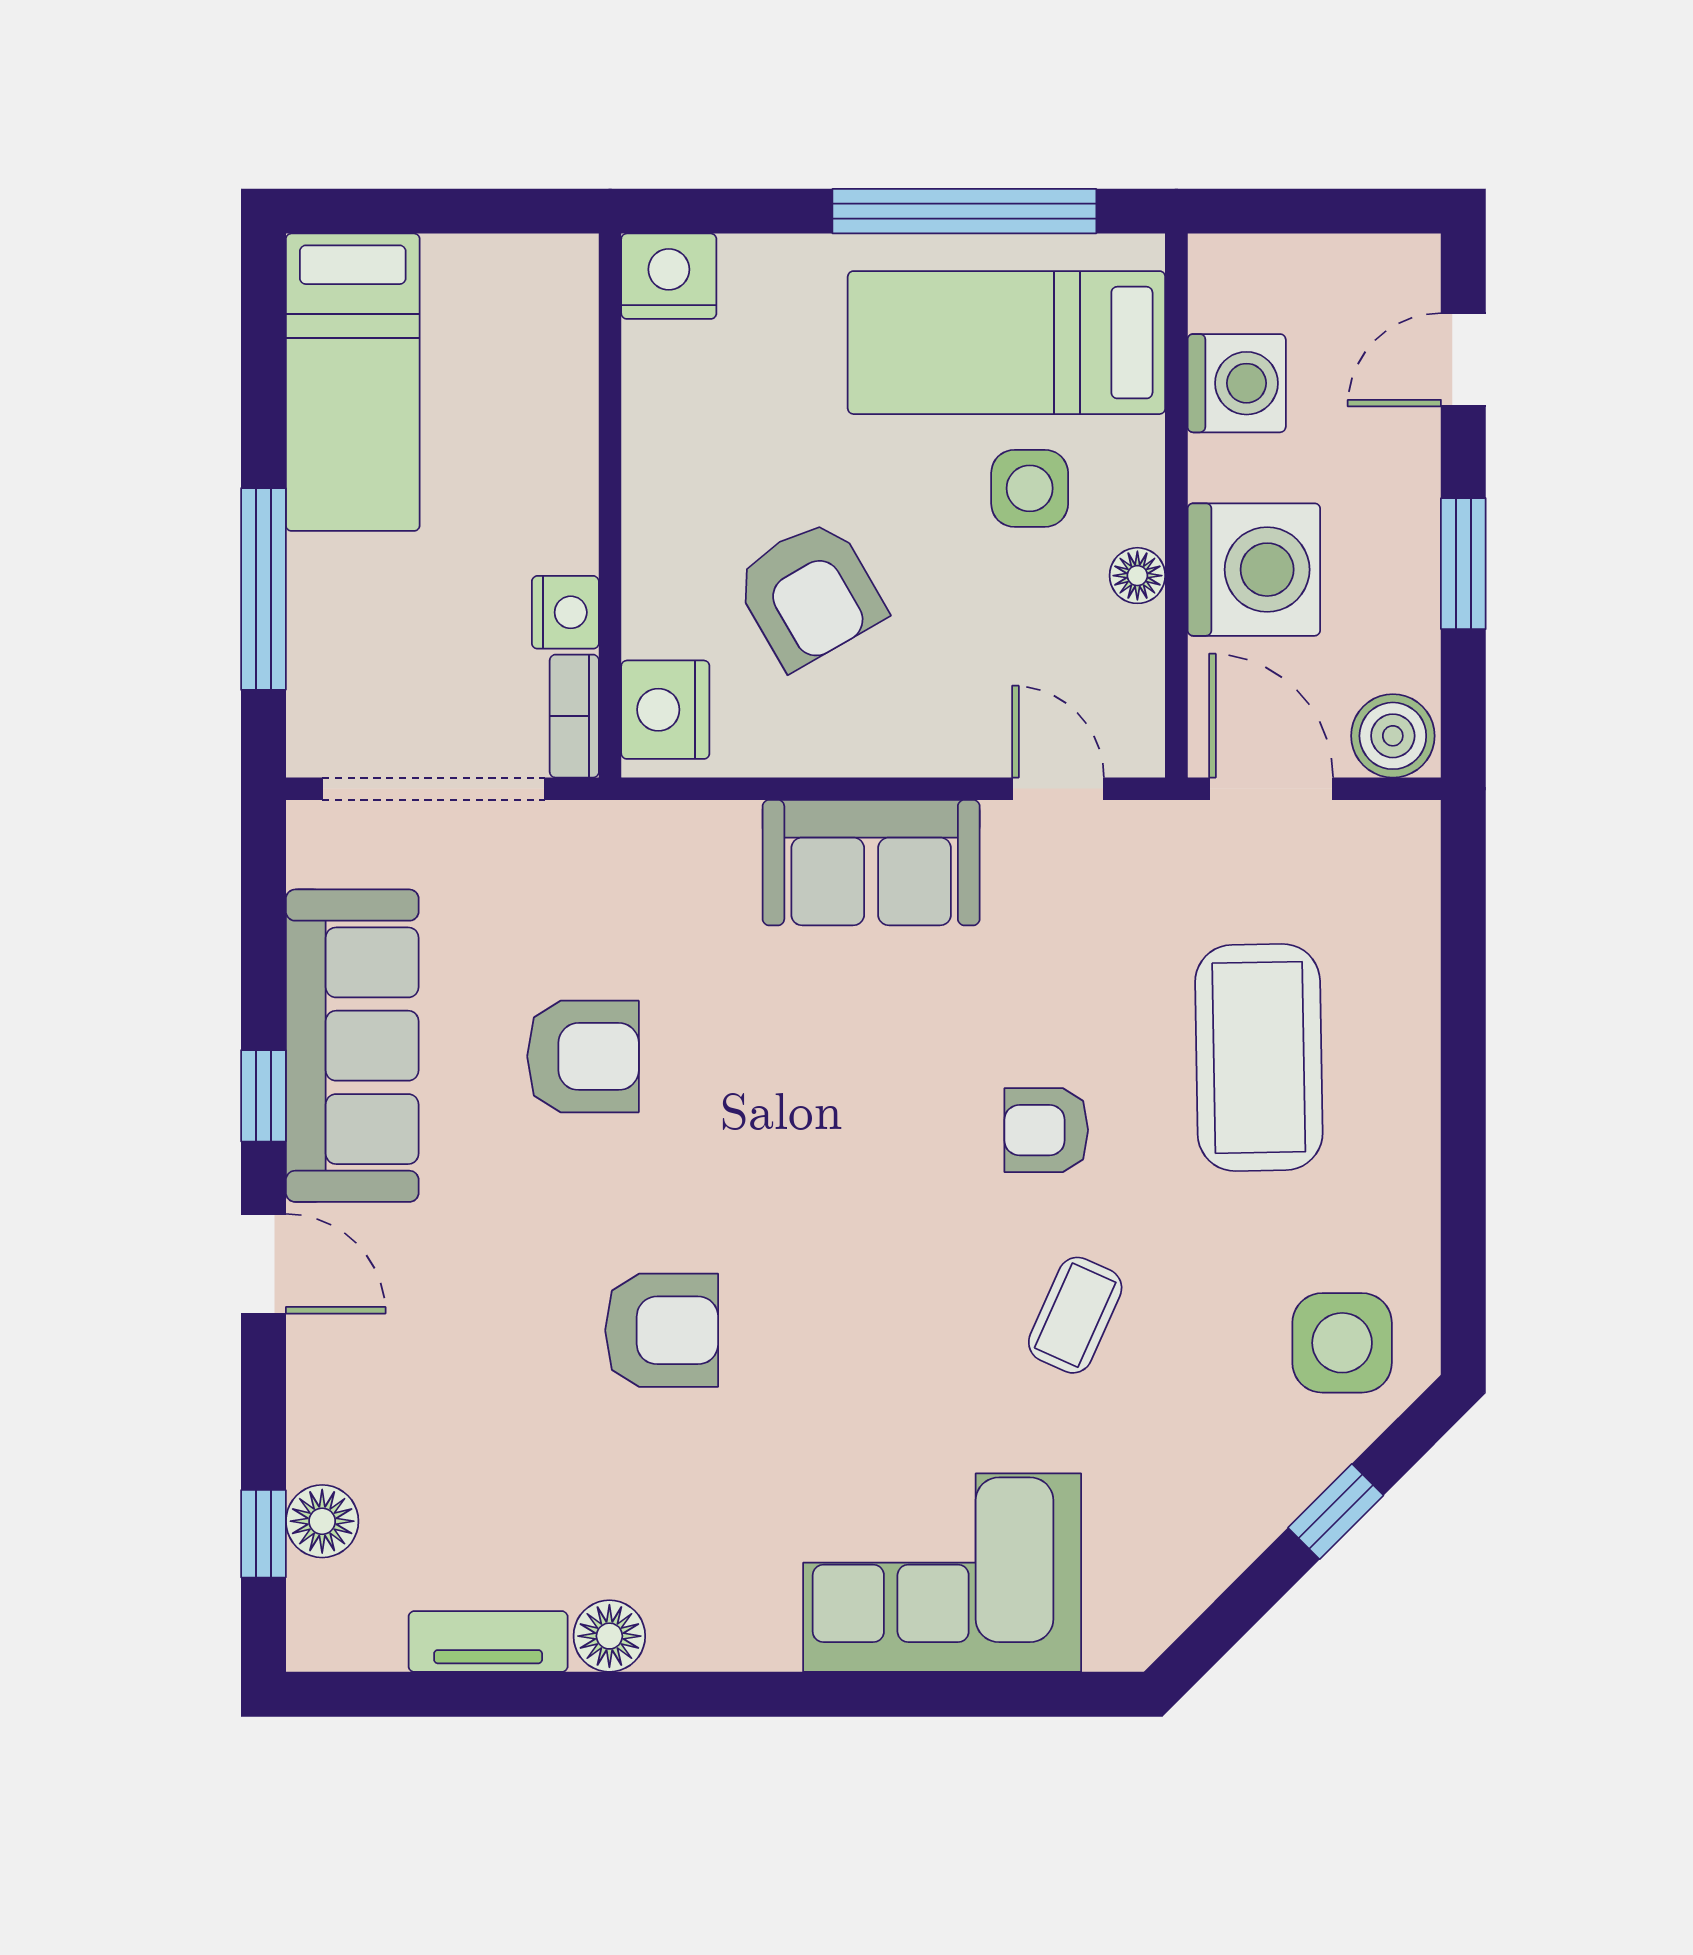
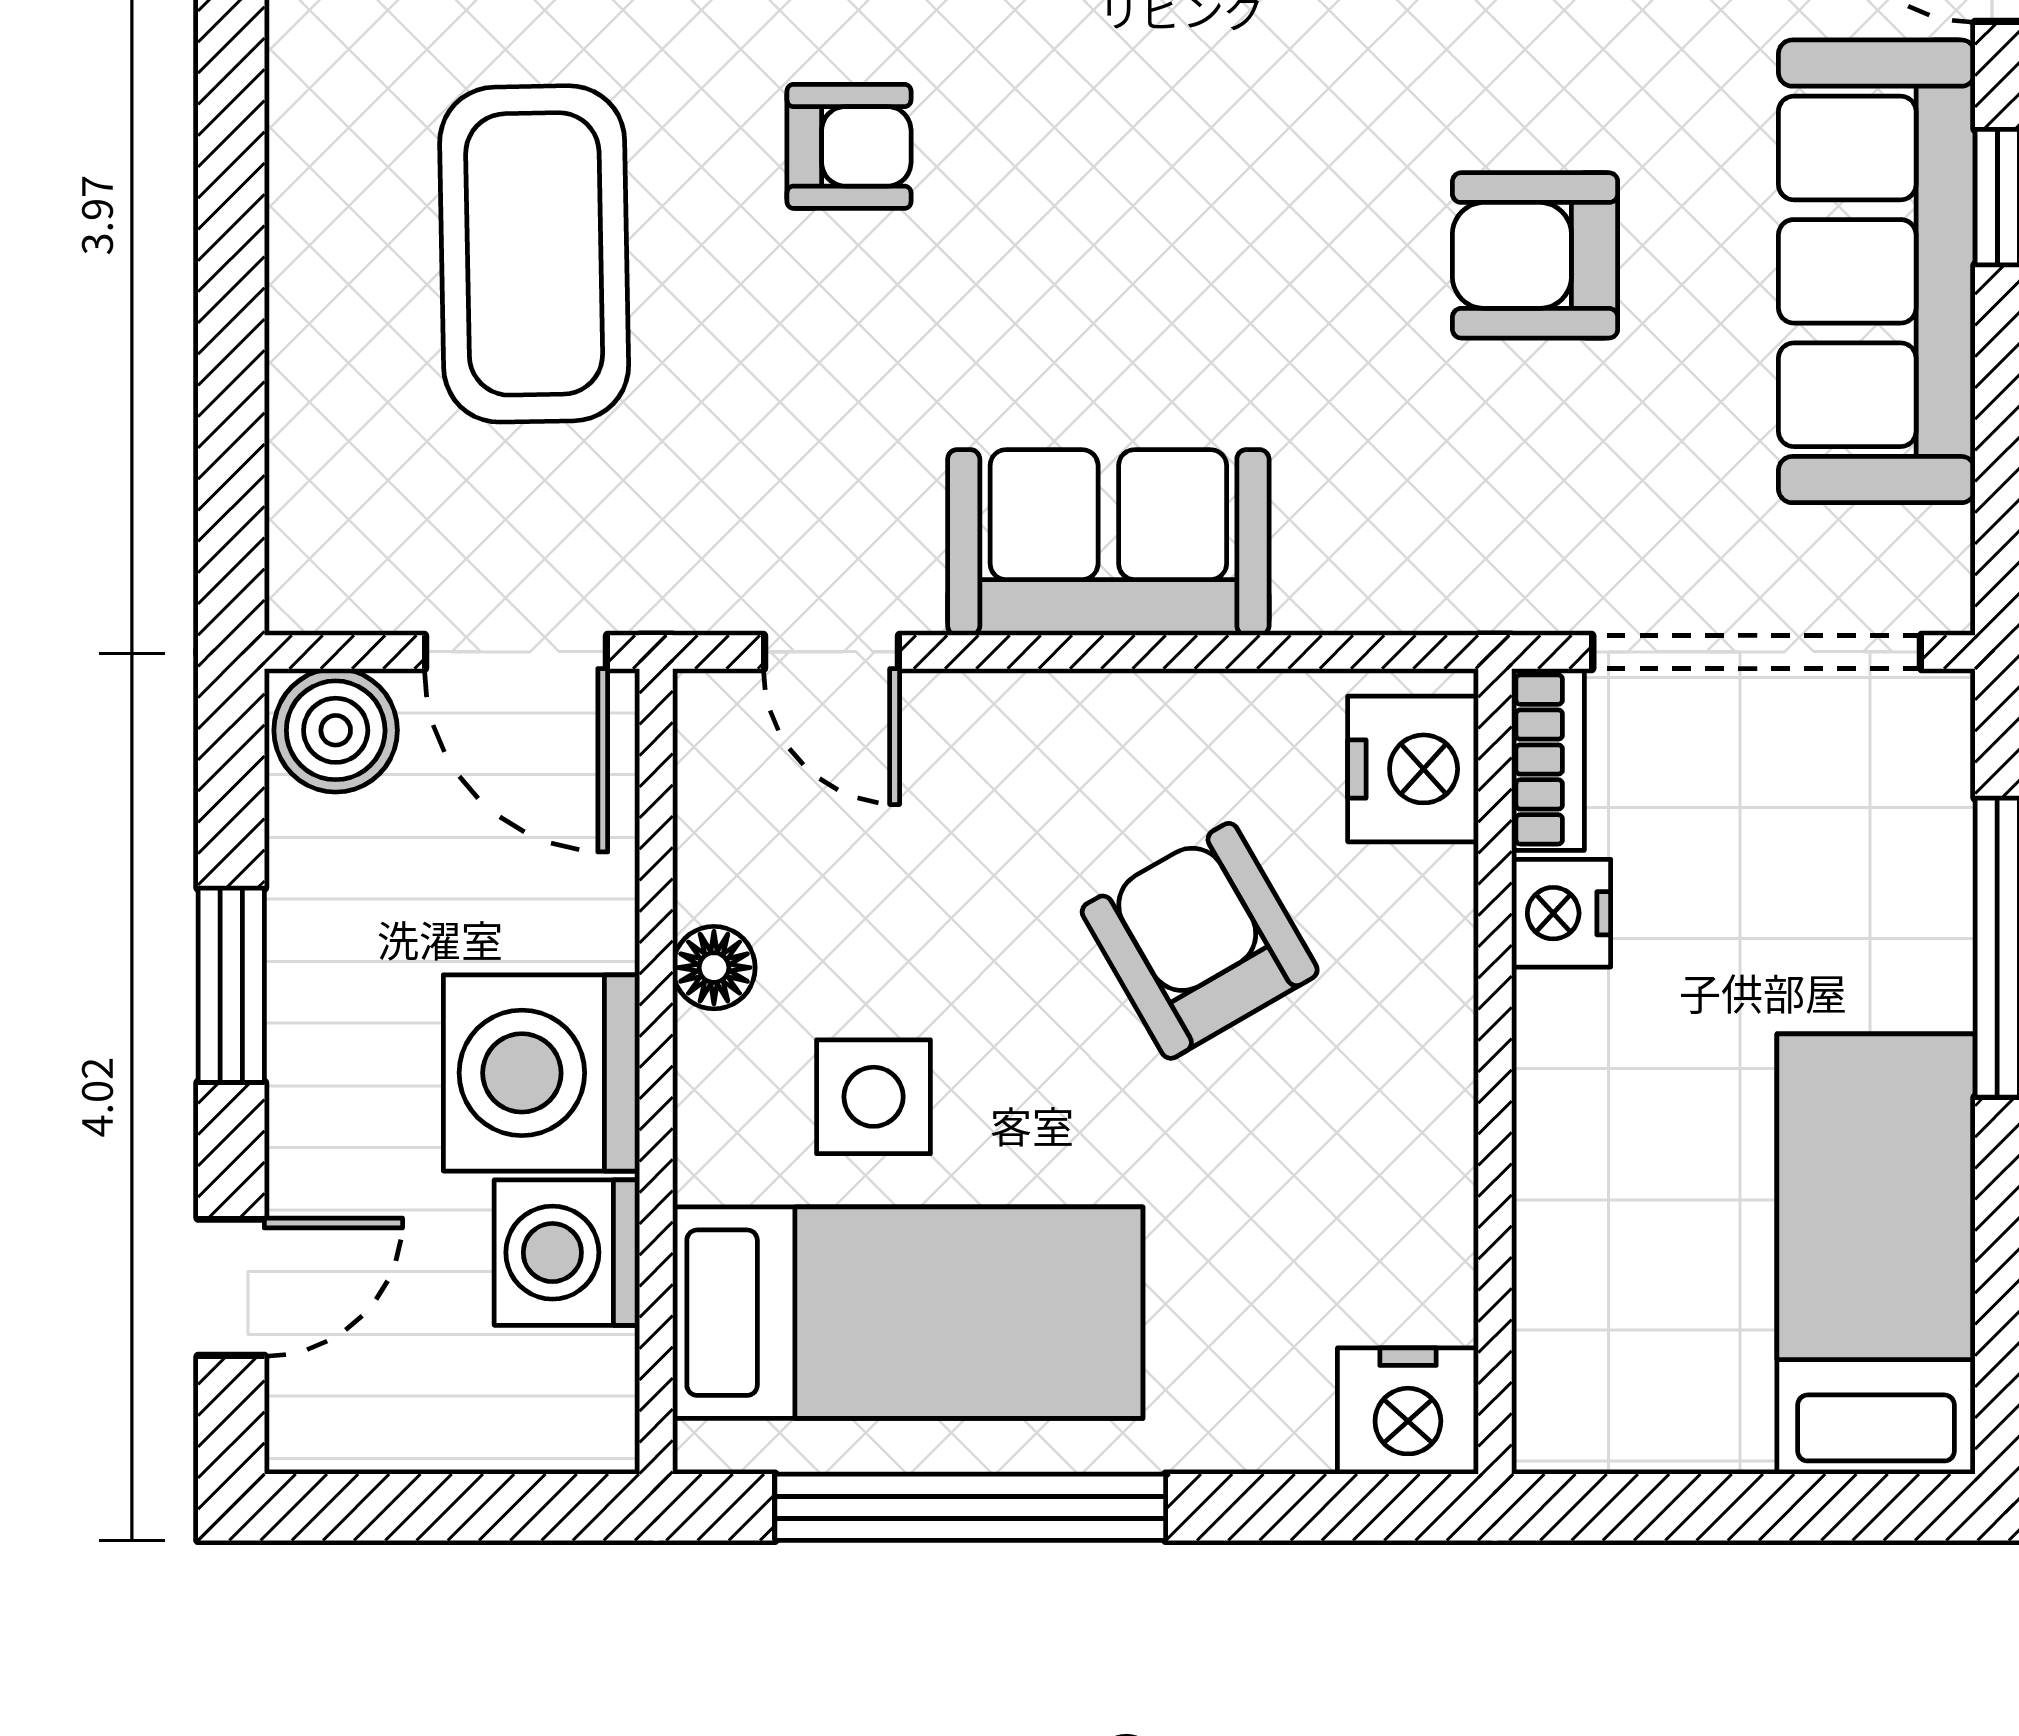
washing machine: (1254, 570) -> (541, 1073), moved

